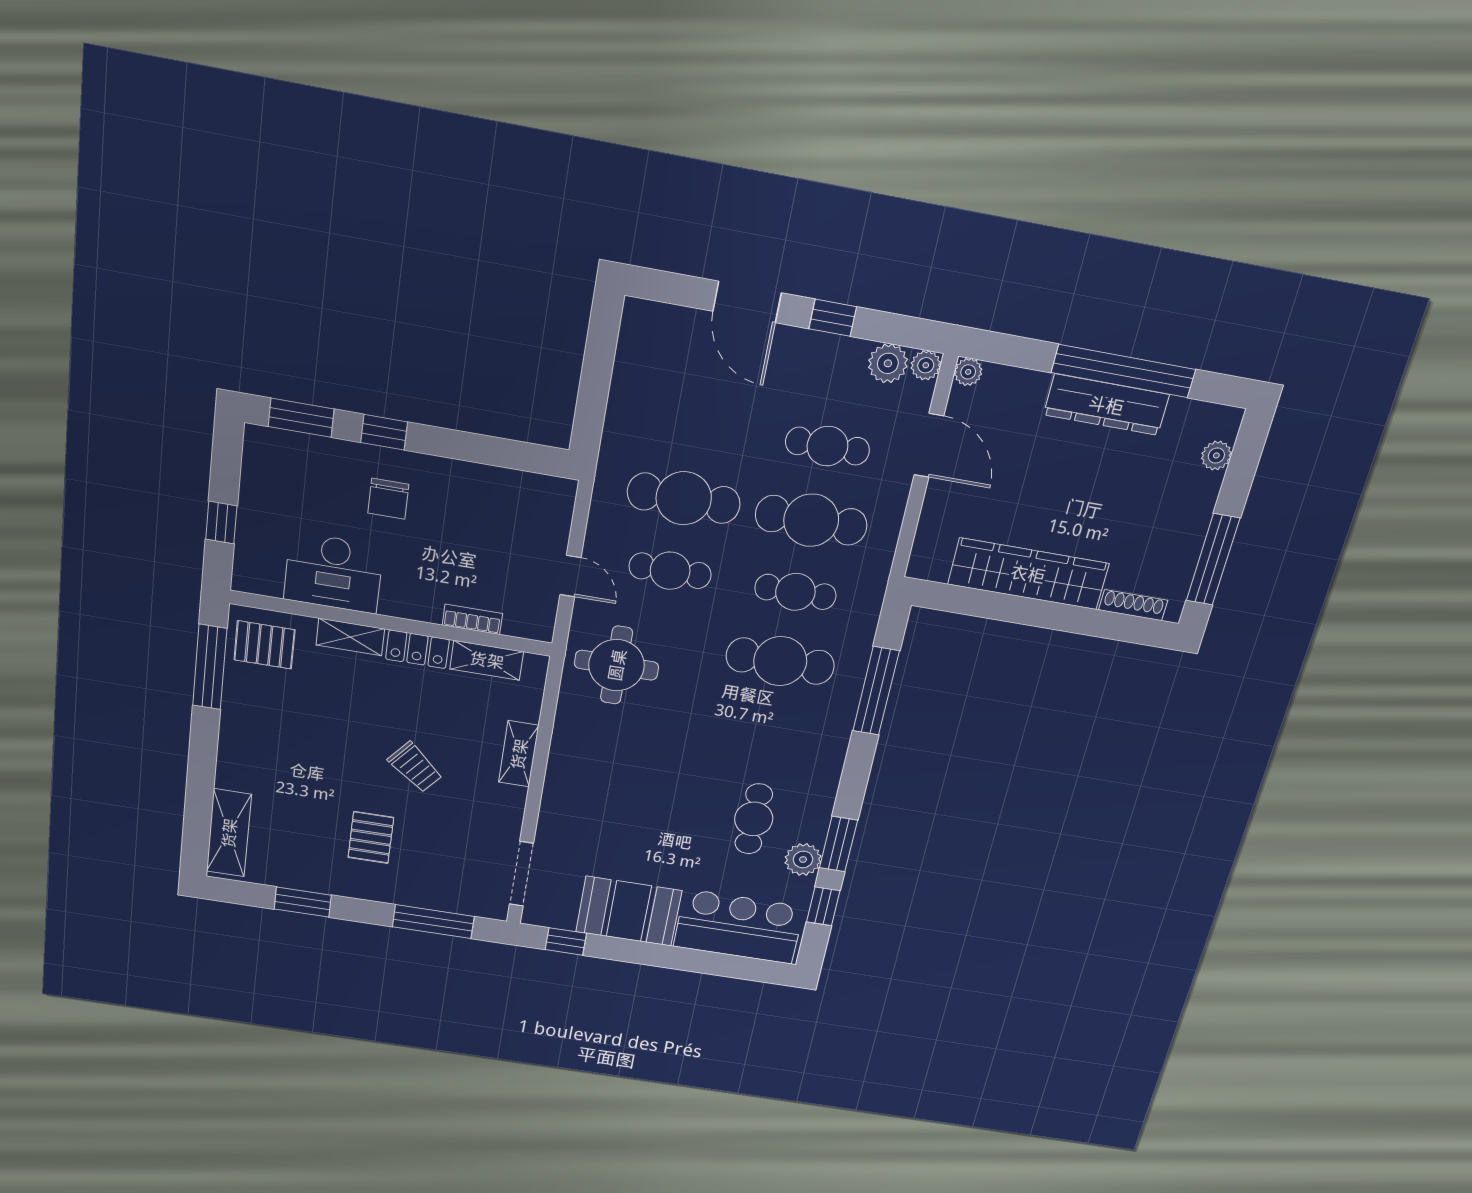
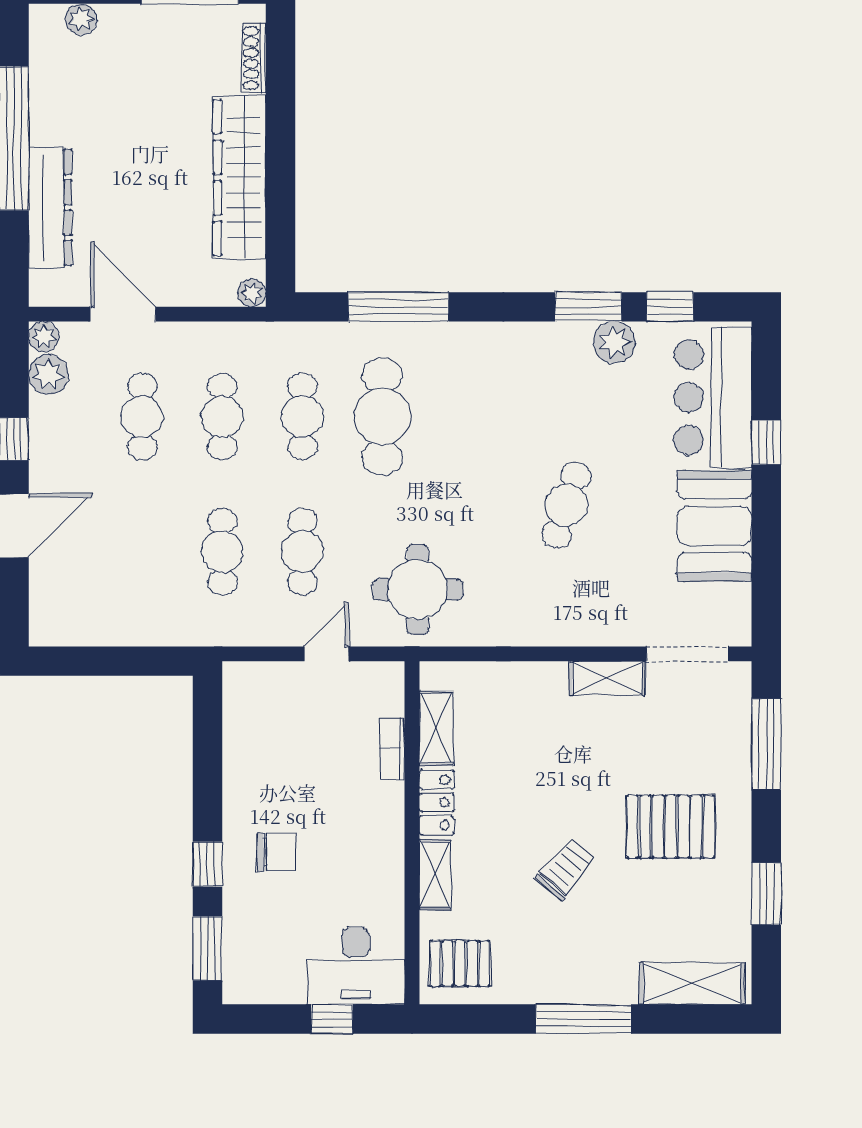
plant: (968, 372) -> (252, 293), moved
dresser: (1106, 405) -> (50, 207), moved
door: (929, 445) -> (123, 314), hinge flipped
cafe table: (684, 498) -> (222, 552), width x0.73, depth x0.74
cafe table: (811, 520) -> (222, 416), width x0.73, depth x0.74
desk: (334, 573) -> (356, 966), moved, turned 90
pallet: (264, 645) -> (460, 964), turned 90
window: (210, 667) -> (583, 1019), moved
shelving: (519, 754) -> (607, 678), moved
trolley: (415, 767) -> (565, 869), moved
cafe table: (754, 819) -> (566, 505), moved, turned -72
pallet: (371, 838) -> (671, 827), width x1.50, depth x1.42
window: (566, 941) -> (766, 442), moved

